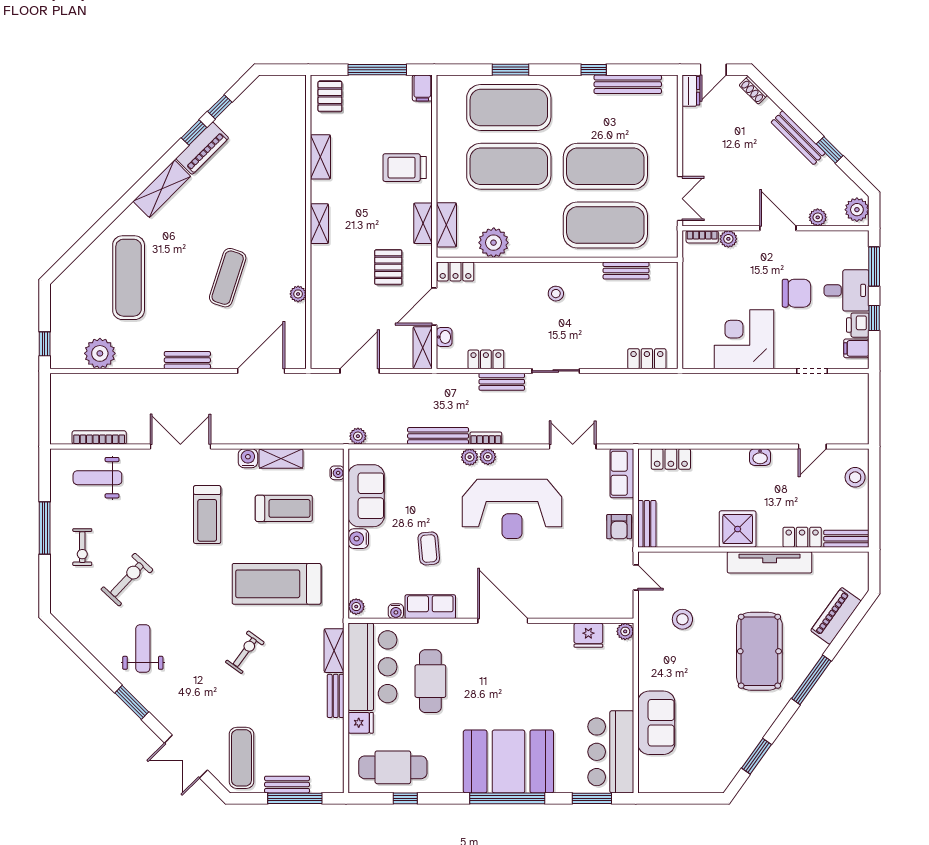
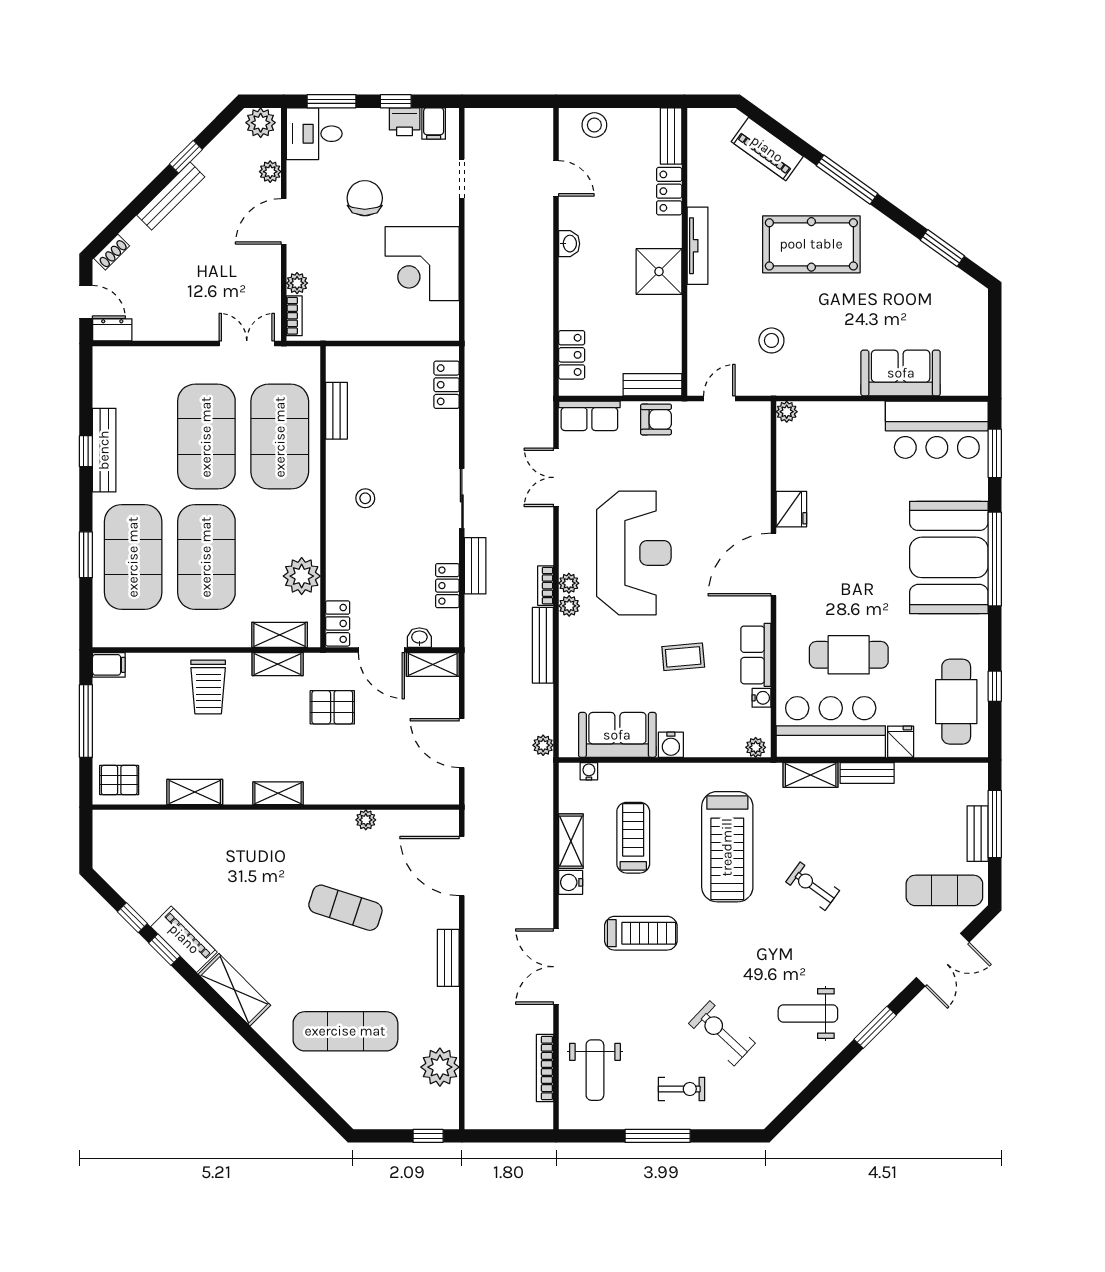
bench: (628, 84) -> (104, 450), moved
desk: (847, 290) -> (314, 134), moved, turned -90
tv unit: (770, 562) -> (698, 246), width x0.73, depth x0.78
fridge: (588, 635) -> (791, 509), moved

